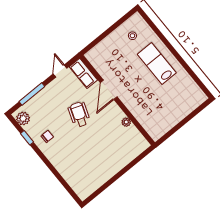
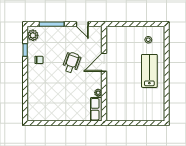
door: (60, 71) -> (82, 24), swing flipped
row of seats: (83, 73) -> (96, 109), moved

